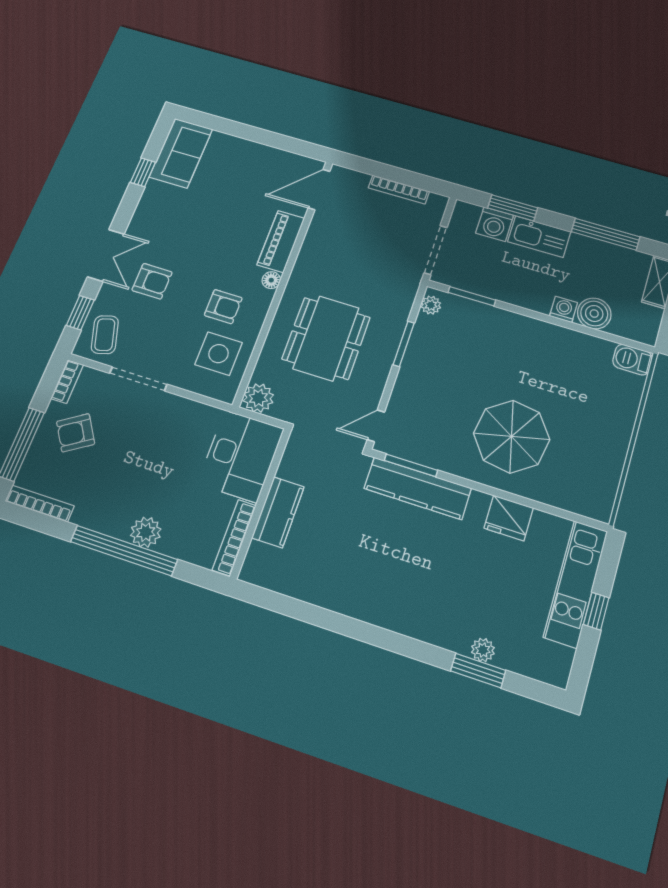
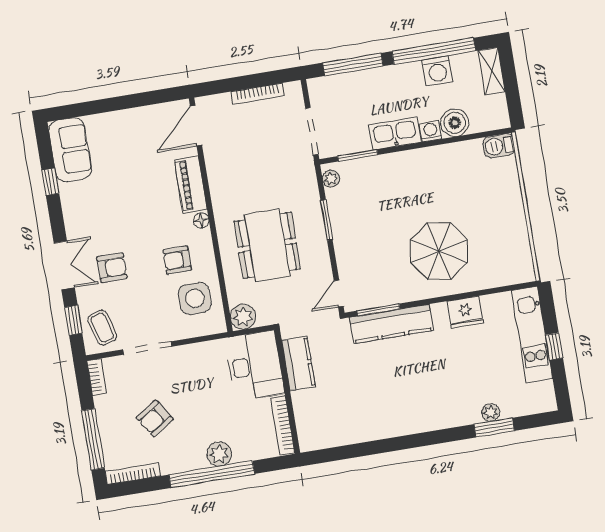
window: (513, 208) -> (353, 64), width x1.44
washing machine: (495, 224) -> (437, 71), moved
window: (606, 234) -> (434, 51), width x1.46
kitchen sink: (539, 237) -> (395, 134), moved, turned 180
armchair: (223, 307) -> (177, 260), turned 180
armchair: (76, 433) -> (155, 418), moved
kitchen counter: (278, 512) -> (298, 363), moved

